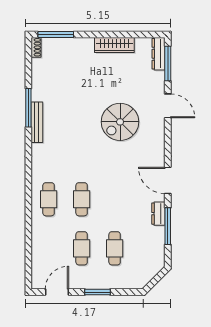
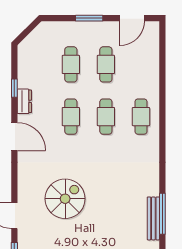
bench: (37, 122) -> (153, 218), moved
cafe table: (115, 199) -> (71, 117), added
window: (168, 226) -> (14, 88), width x0.46

